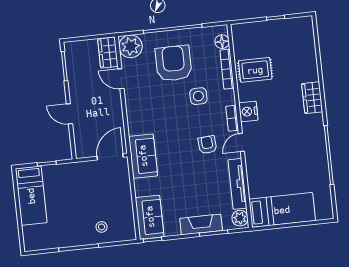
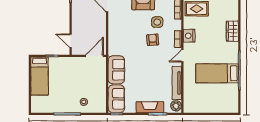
door: (69, 114) -> (71, 41), moved
armchair: (207, 145) -> (153, 40), moved
sofa: (143, 156) -> (116, 70), moved
bed: (282, 210) -> (217, 73), moved, turned 180

